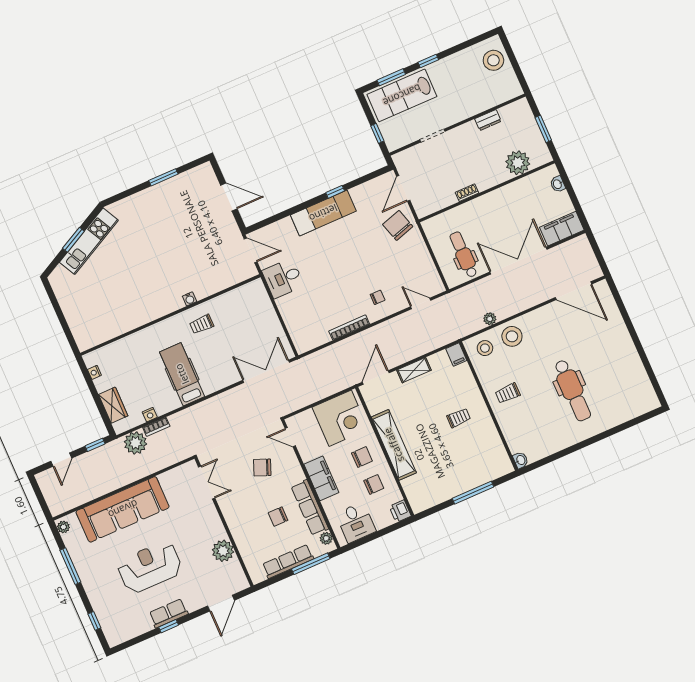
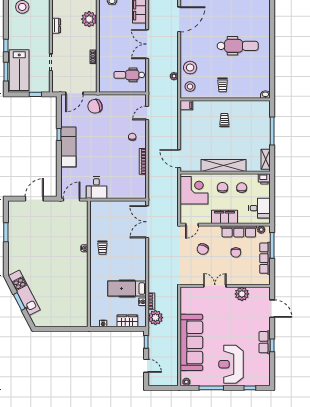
door: (403, 188) -> (74, 93), hinge flipped
double door: (518, 261) -> (147, 44), width x0.73
shelving: (414, 370) -> (266, 159), moved
hospital bed: (182, 374) -> (127, 289), moved
double door: (207, 483) -> (215, 286), moved
reception desk: (150, 567) -> (231, 364), moved

